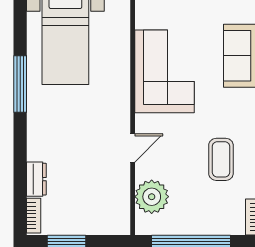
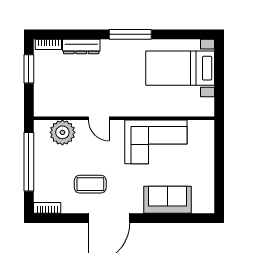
window: (20, 84) -> (130, 34), moved
dresser: (36, 179) -> (81, 46), width x1.44

